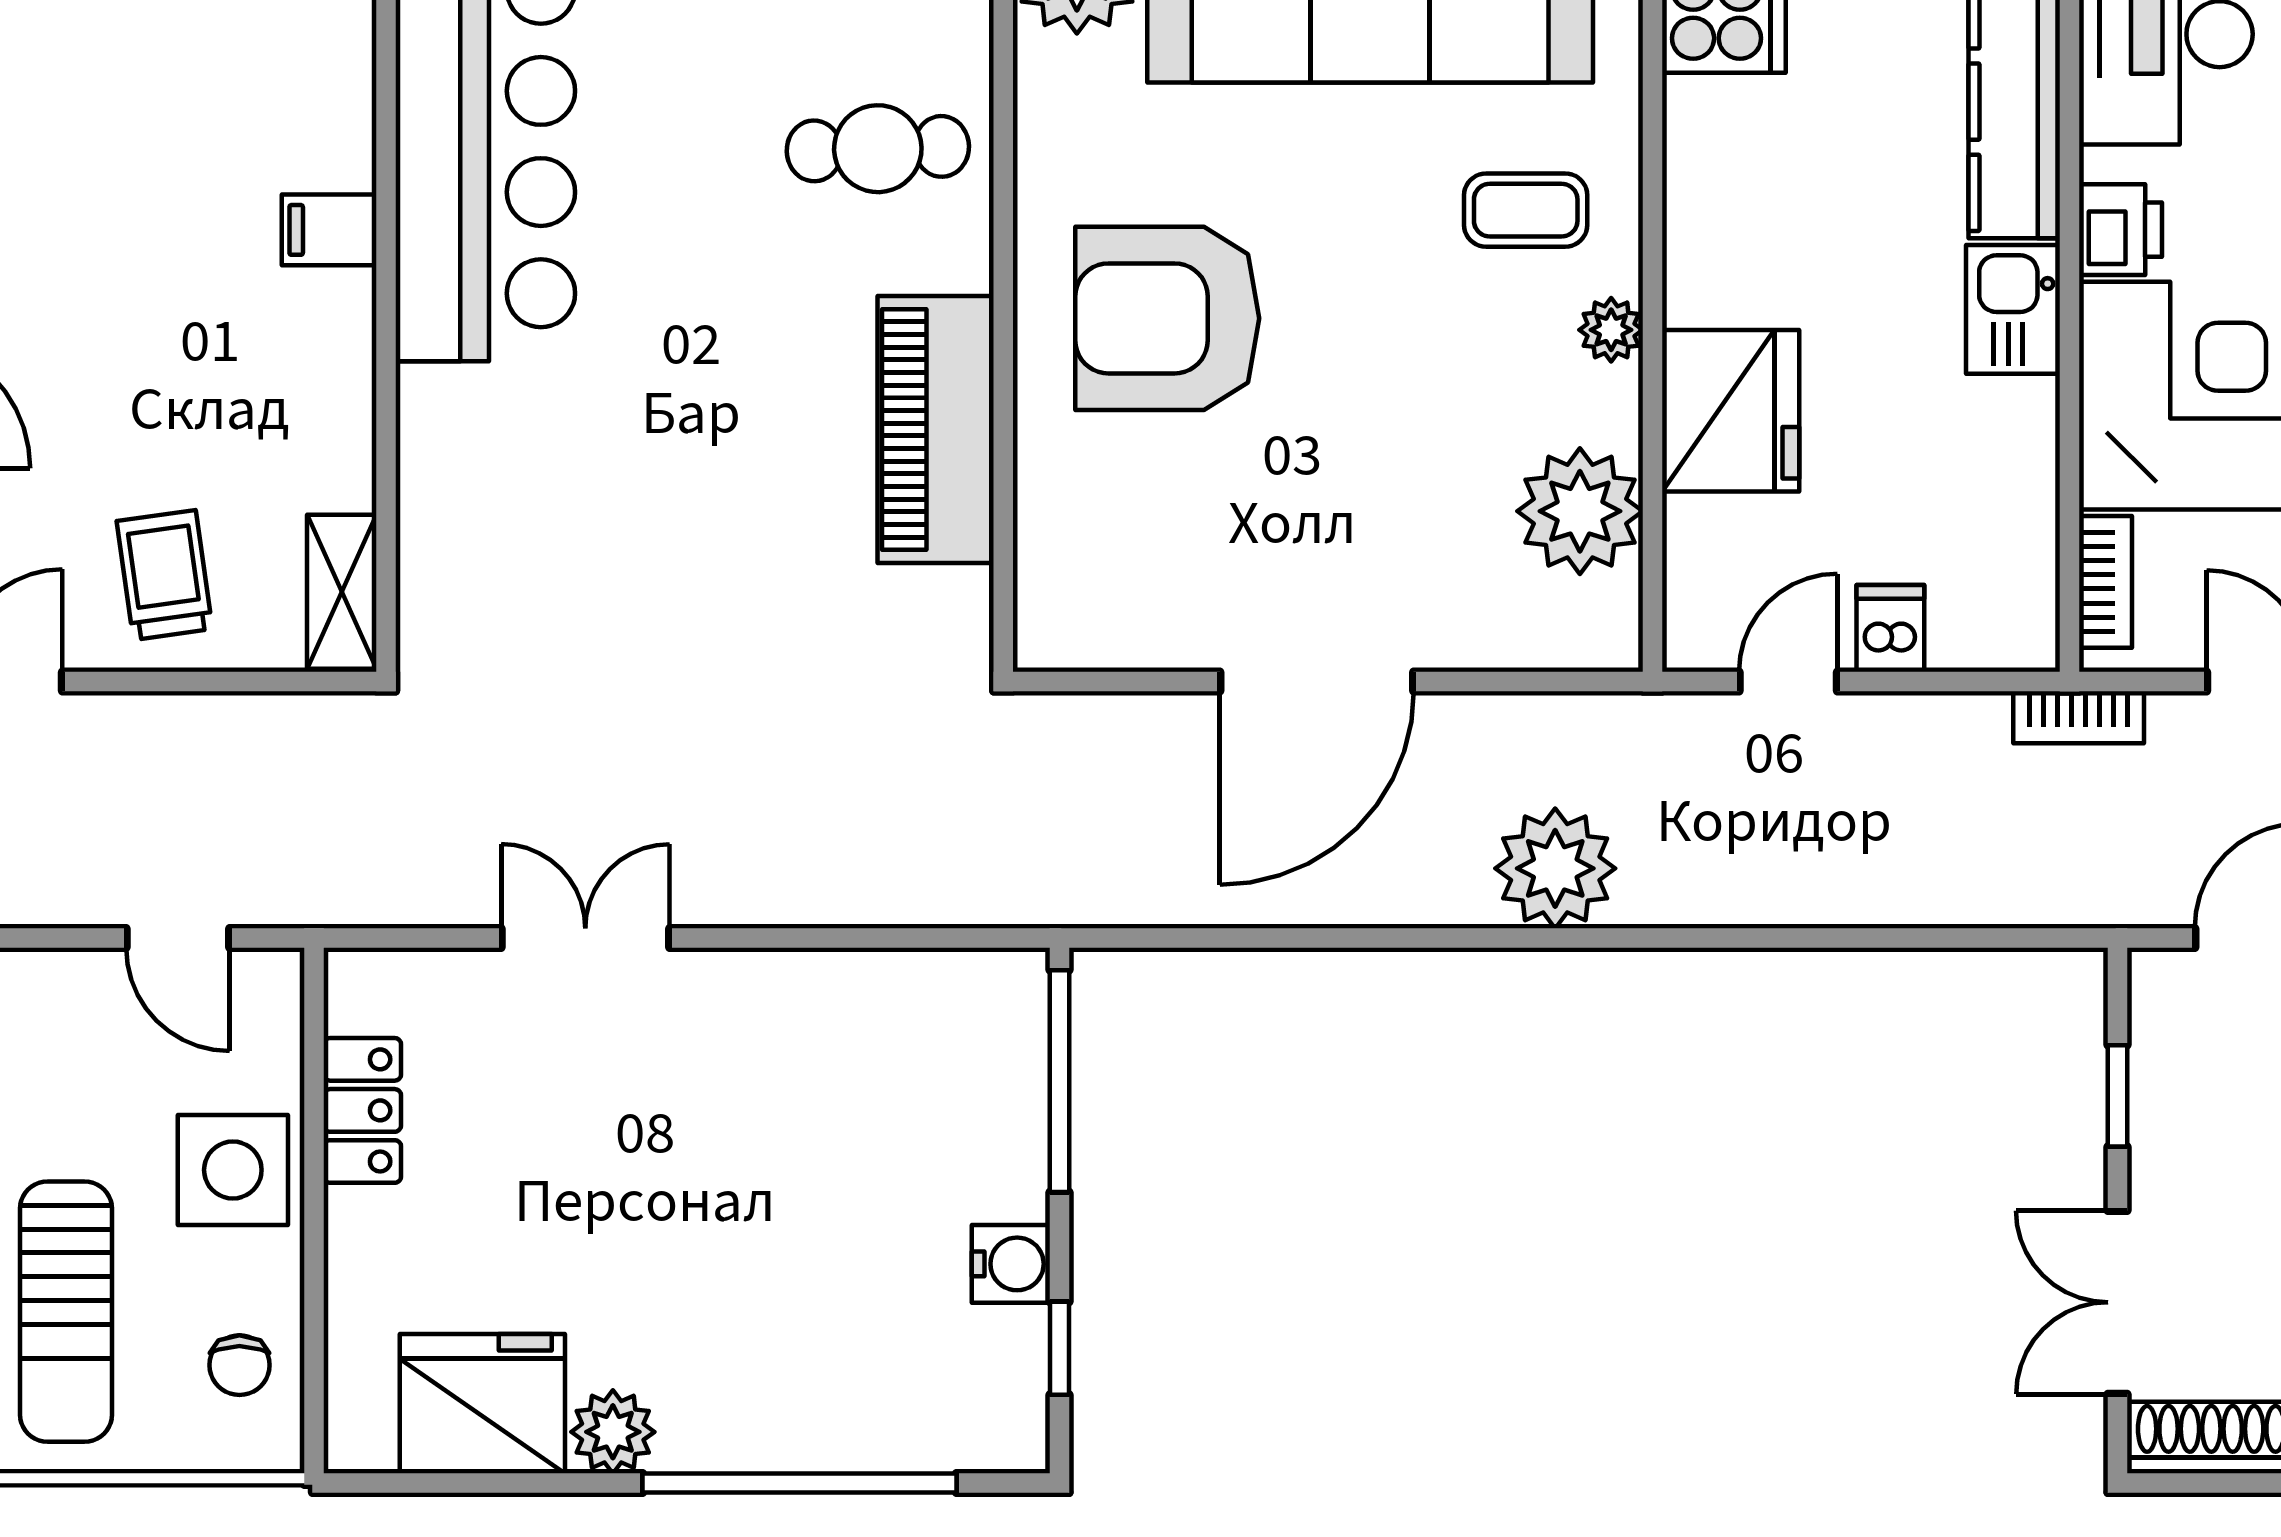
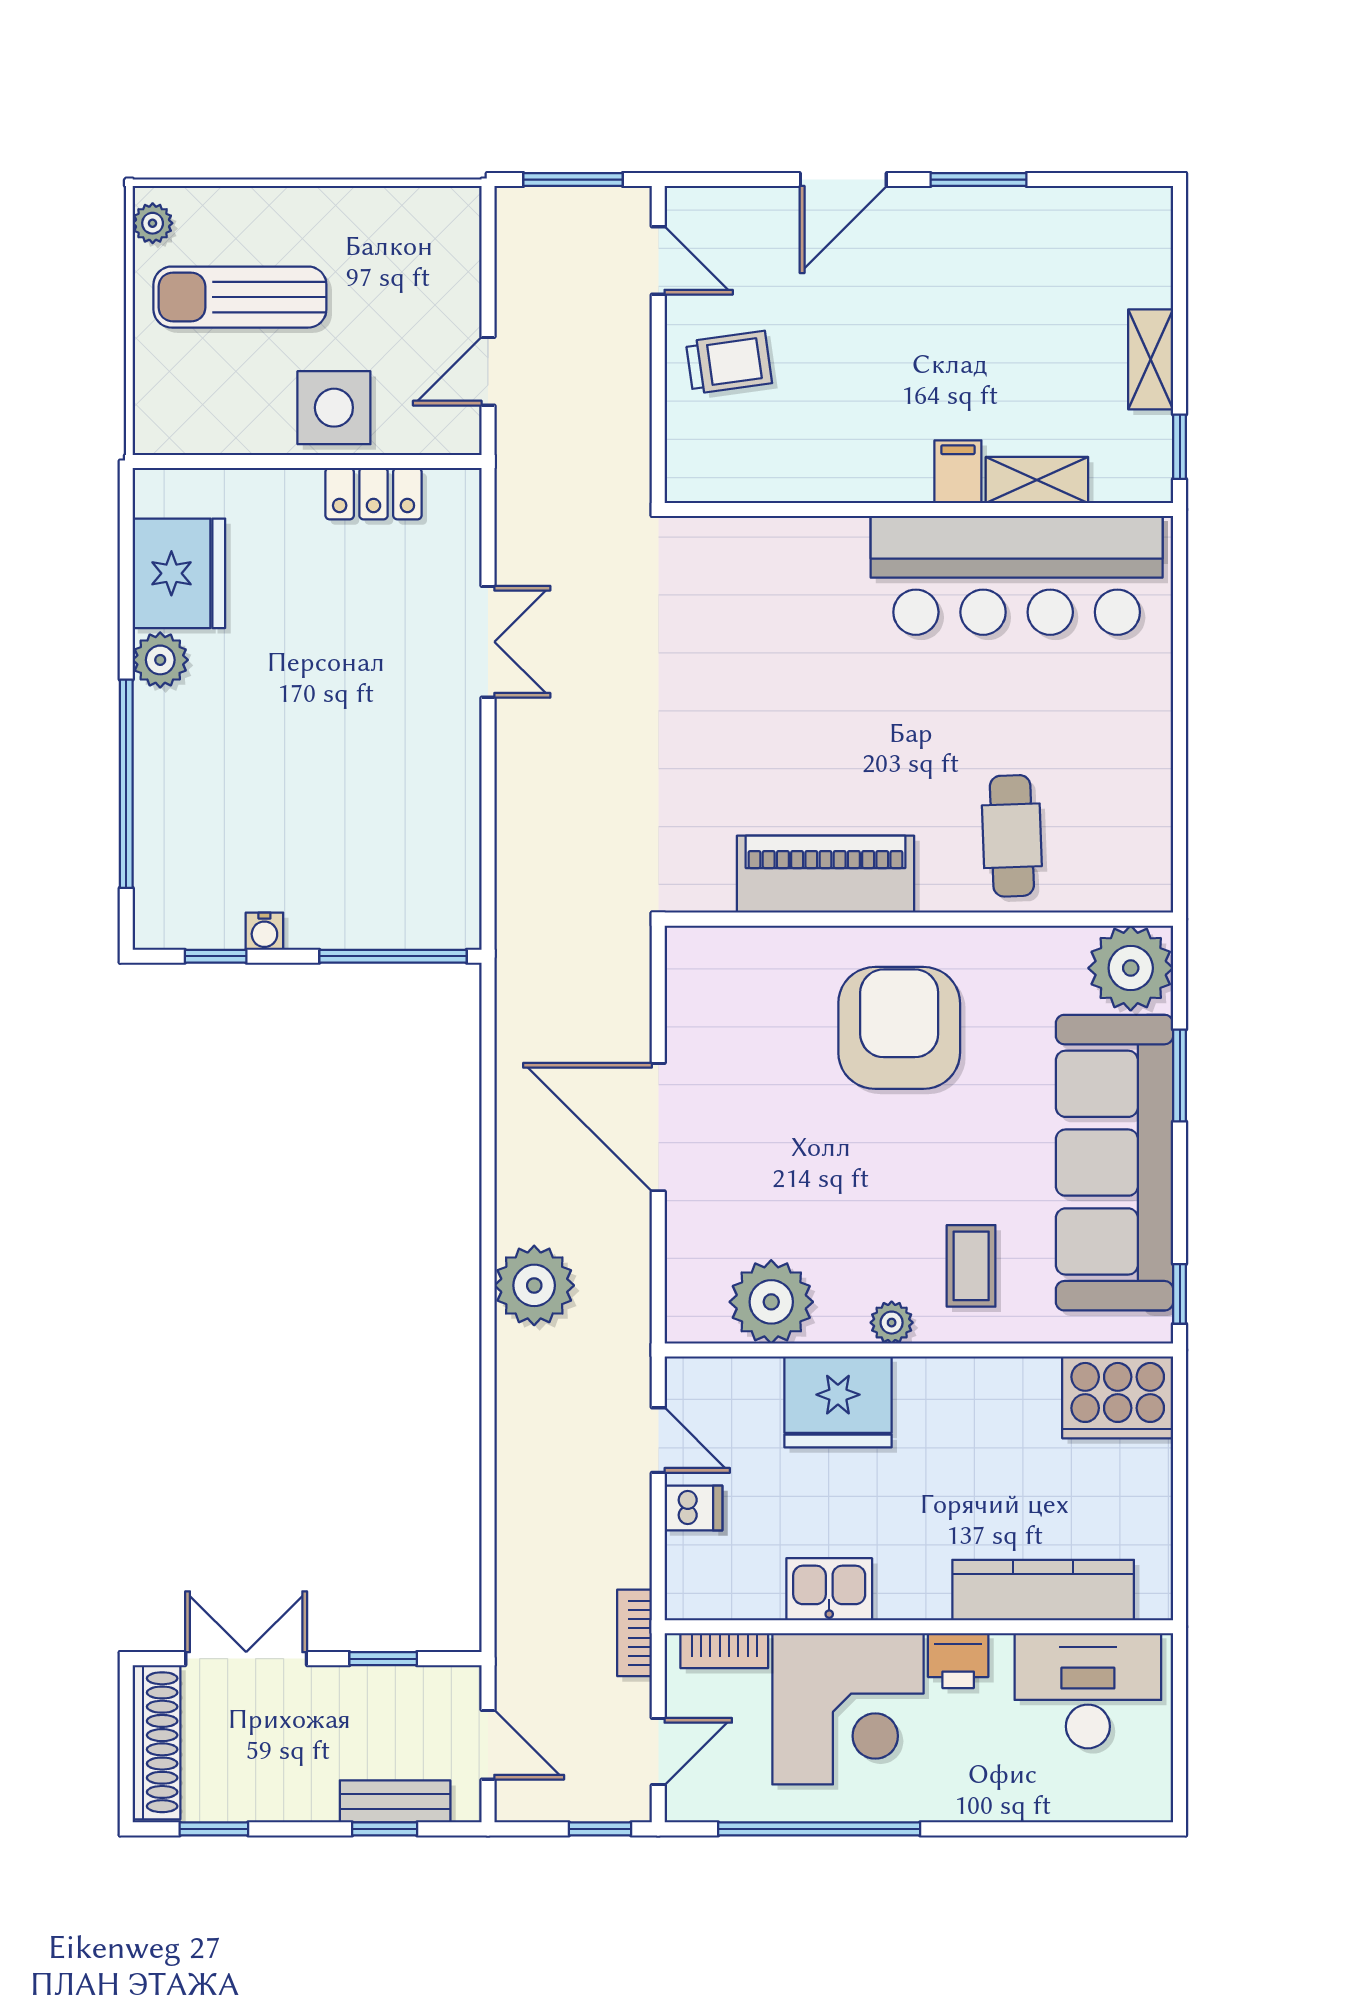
kitchen sink: (2013, 309) -> (829, 1589), moved
shelving: (342, 592) -> (1037, 480), moved
water cooler: (1011, 1264) -> (264, 931), width x0.72, depth x0.72
chair: (239, 1365) -> (204, 412), removed

